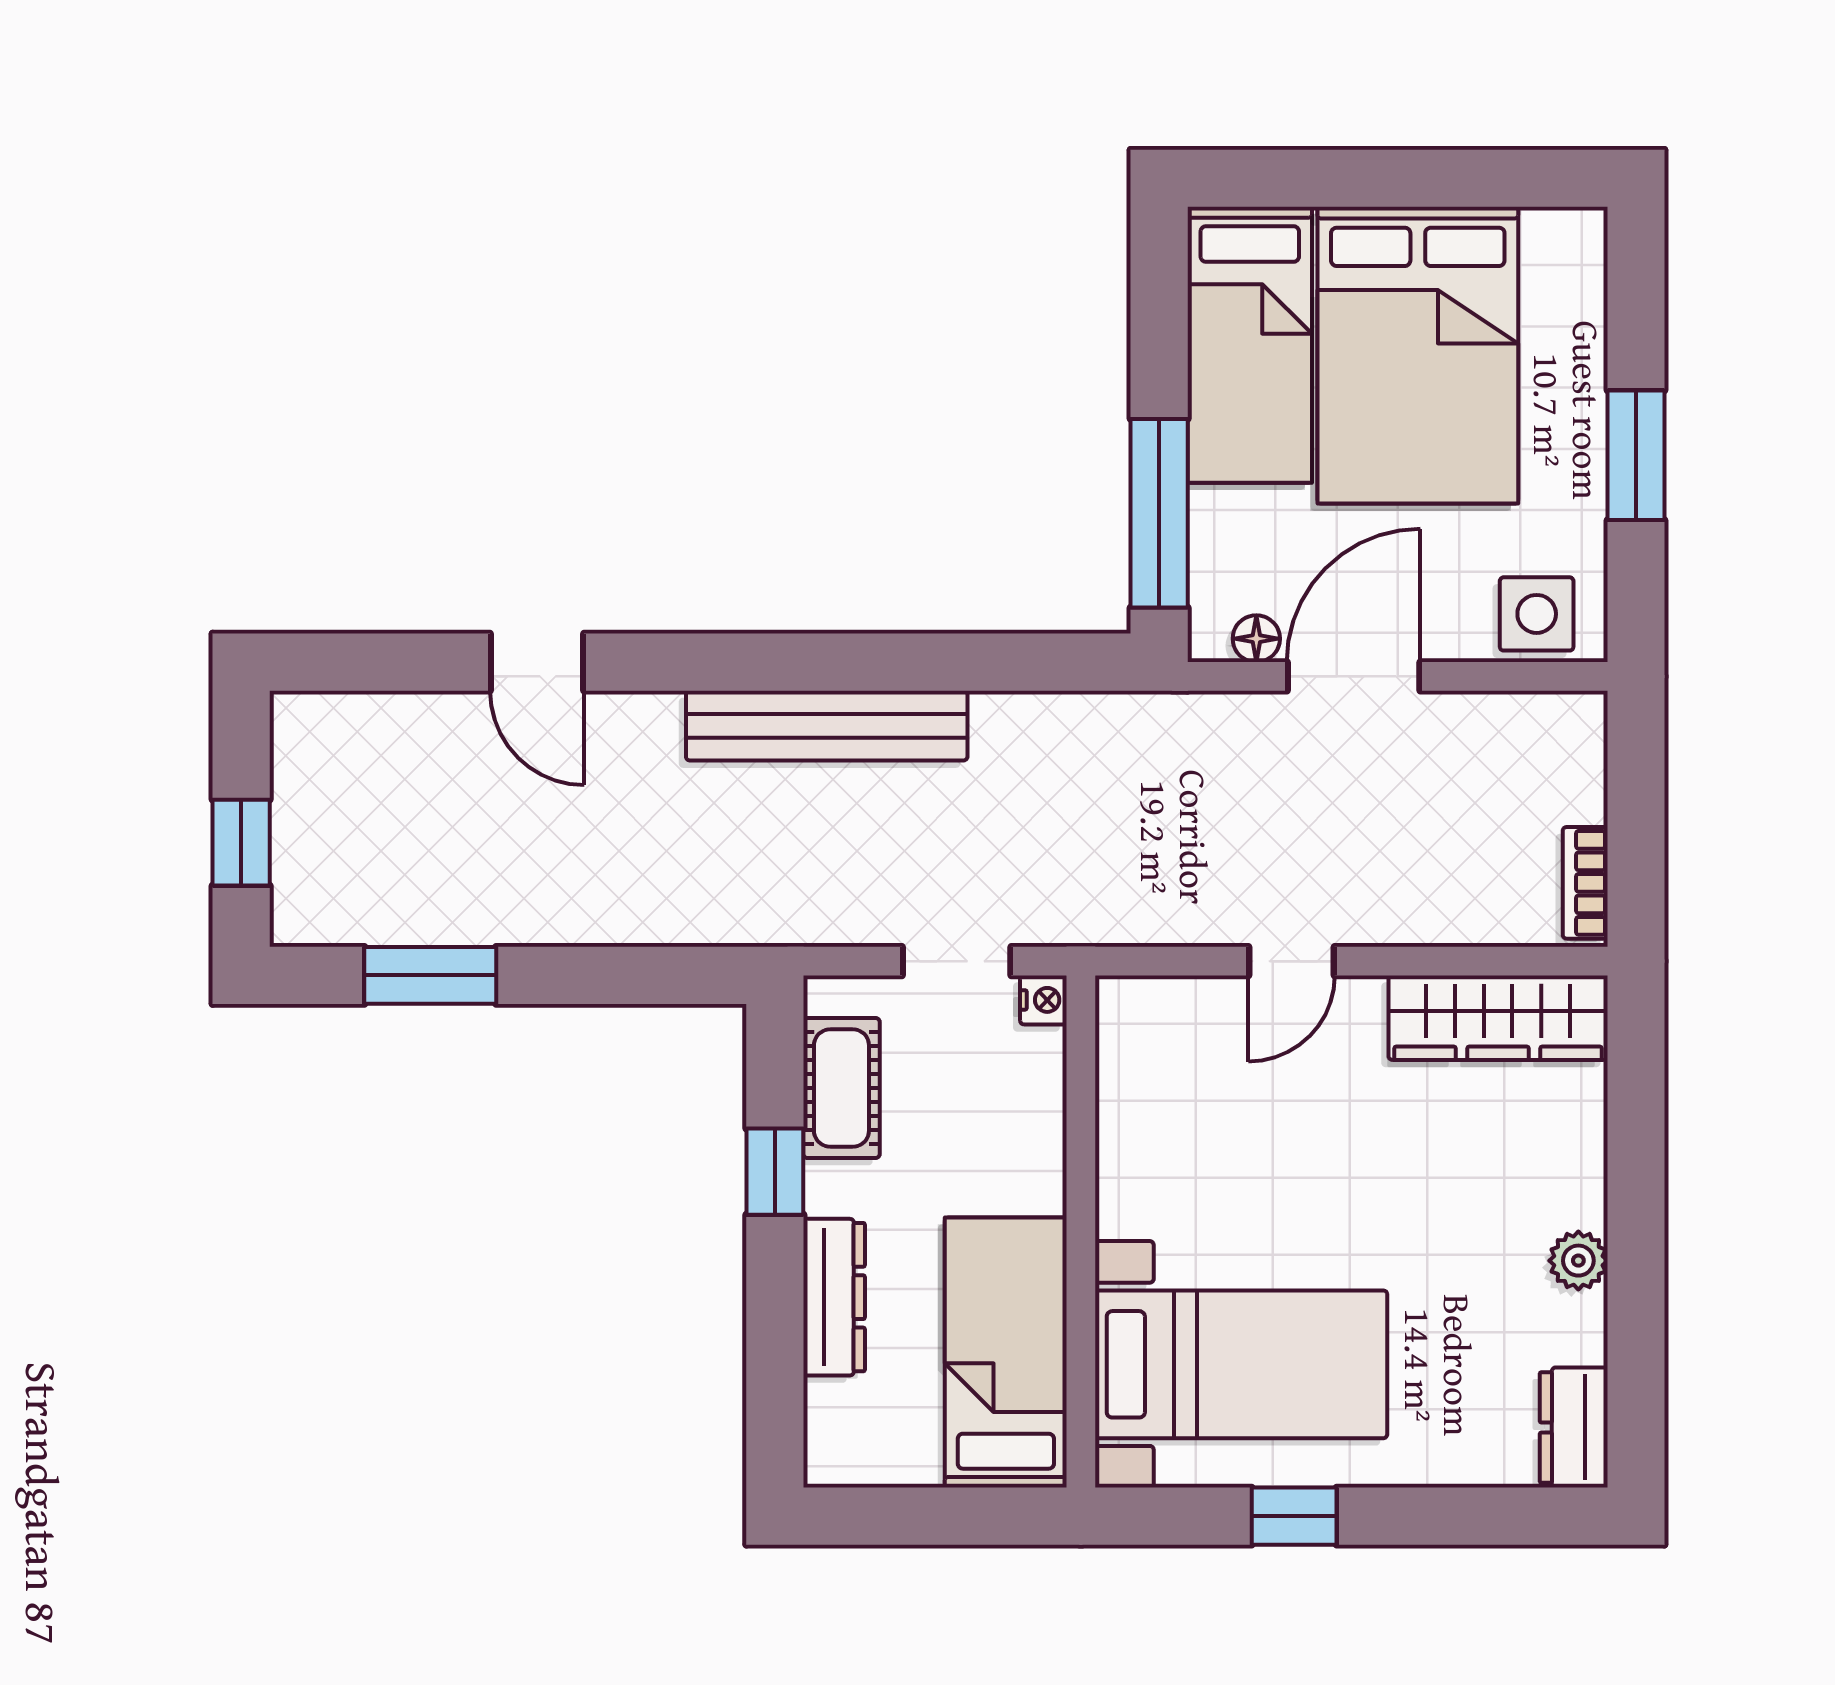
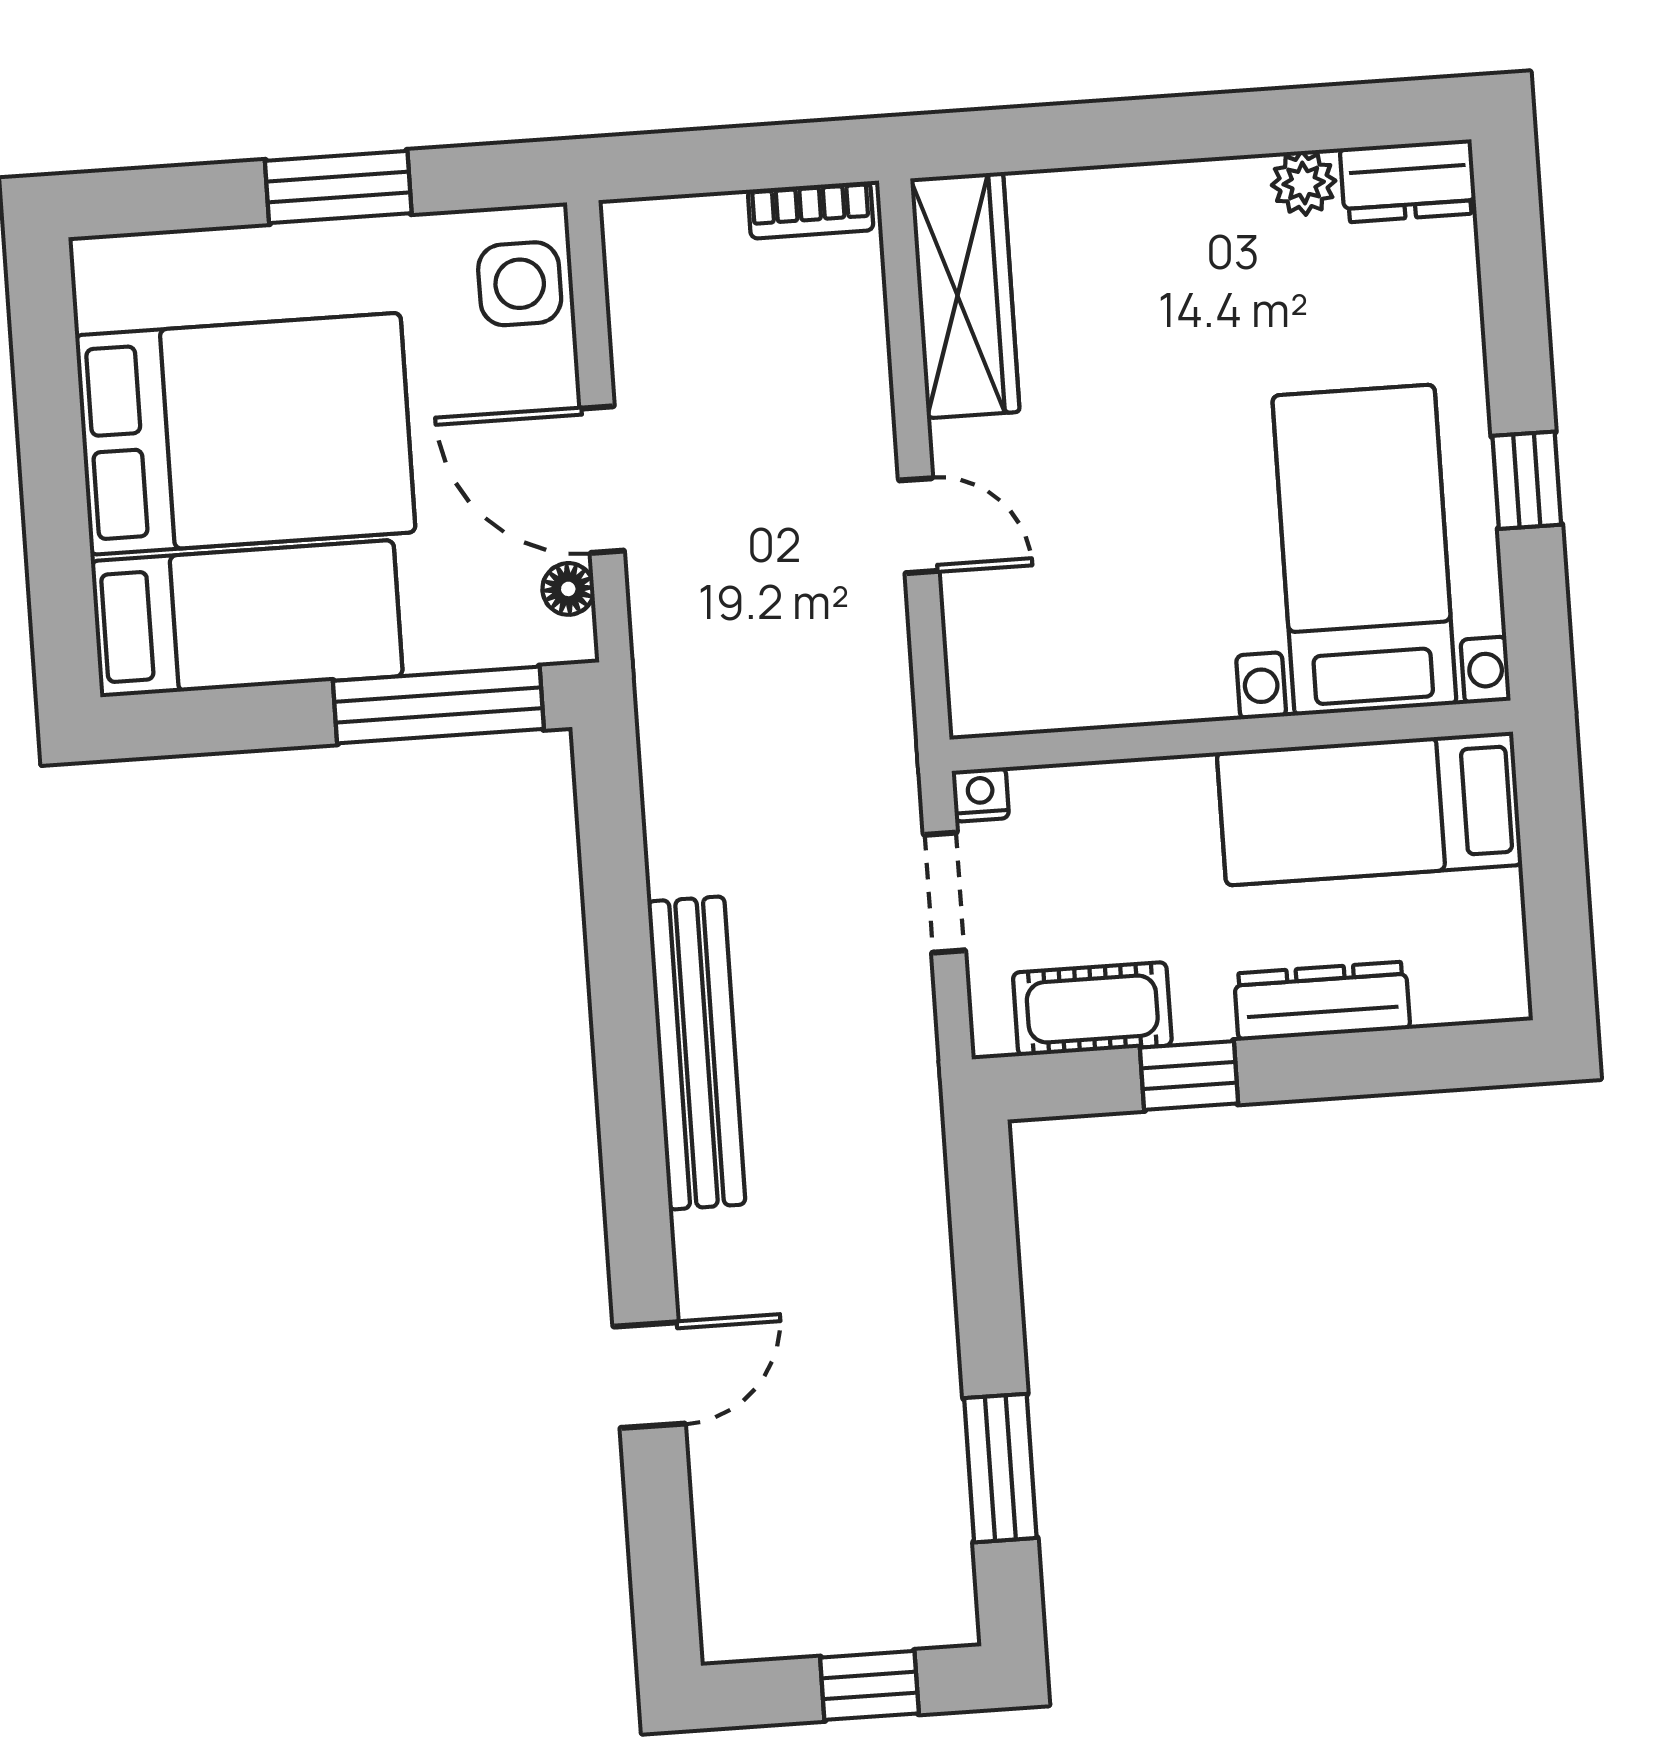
plant: (1578, 1261) -> (1304, 183), moved

